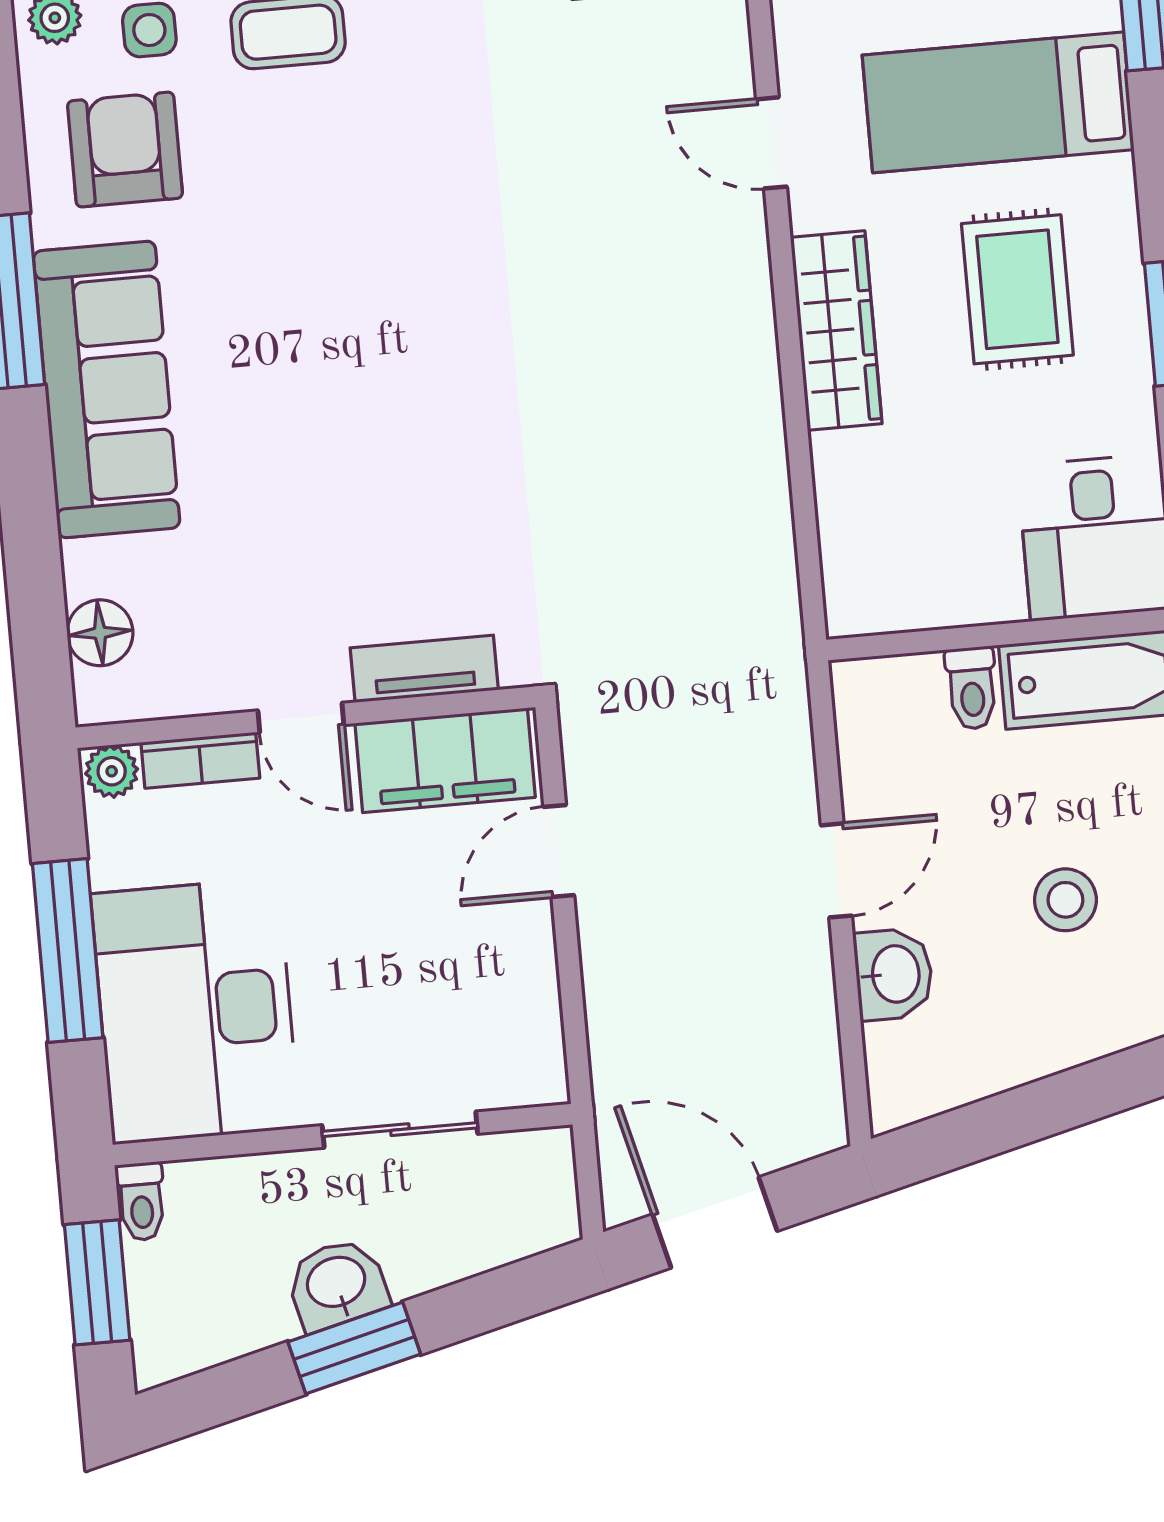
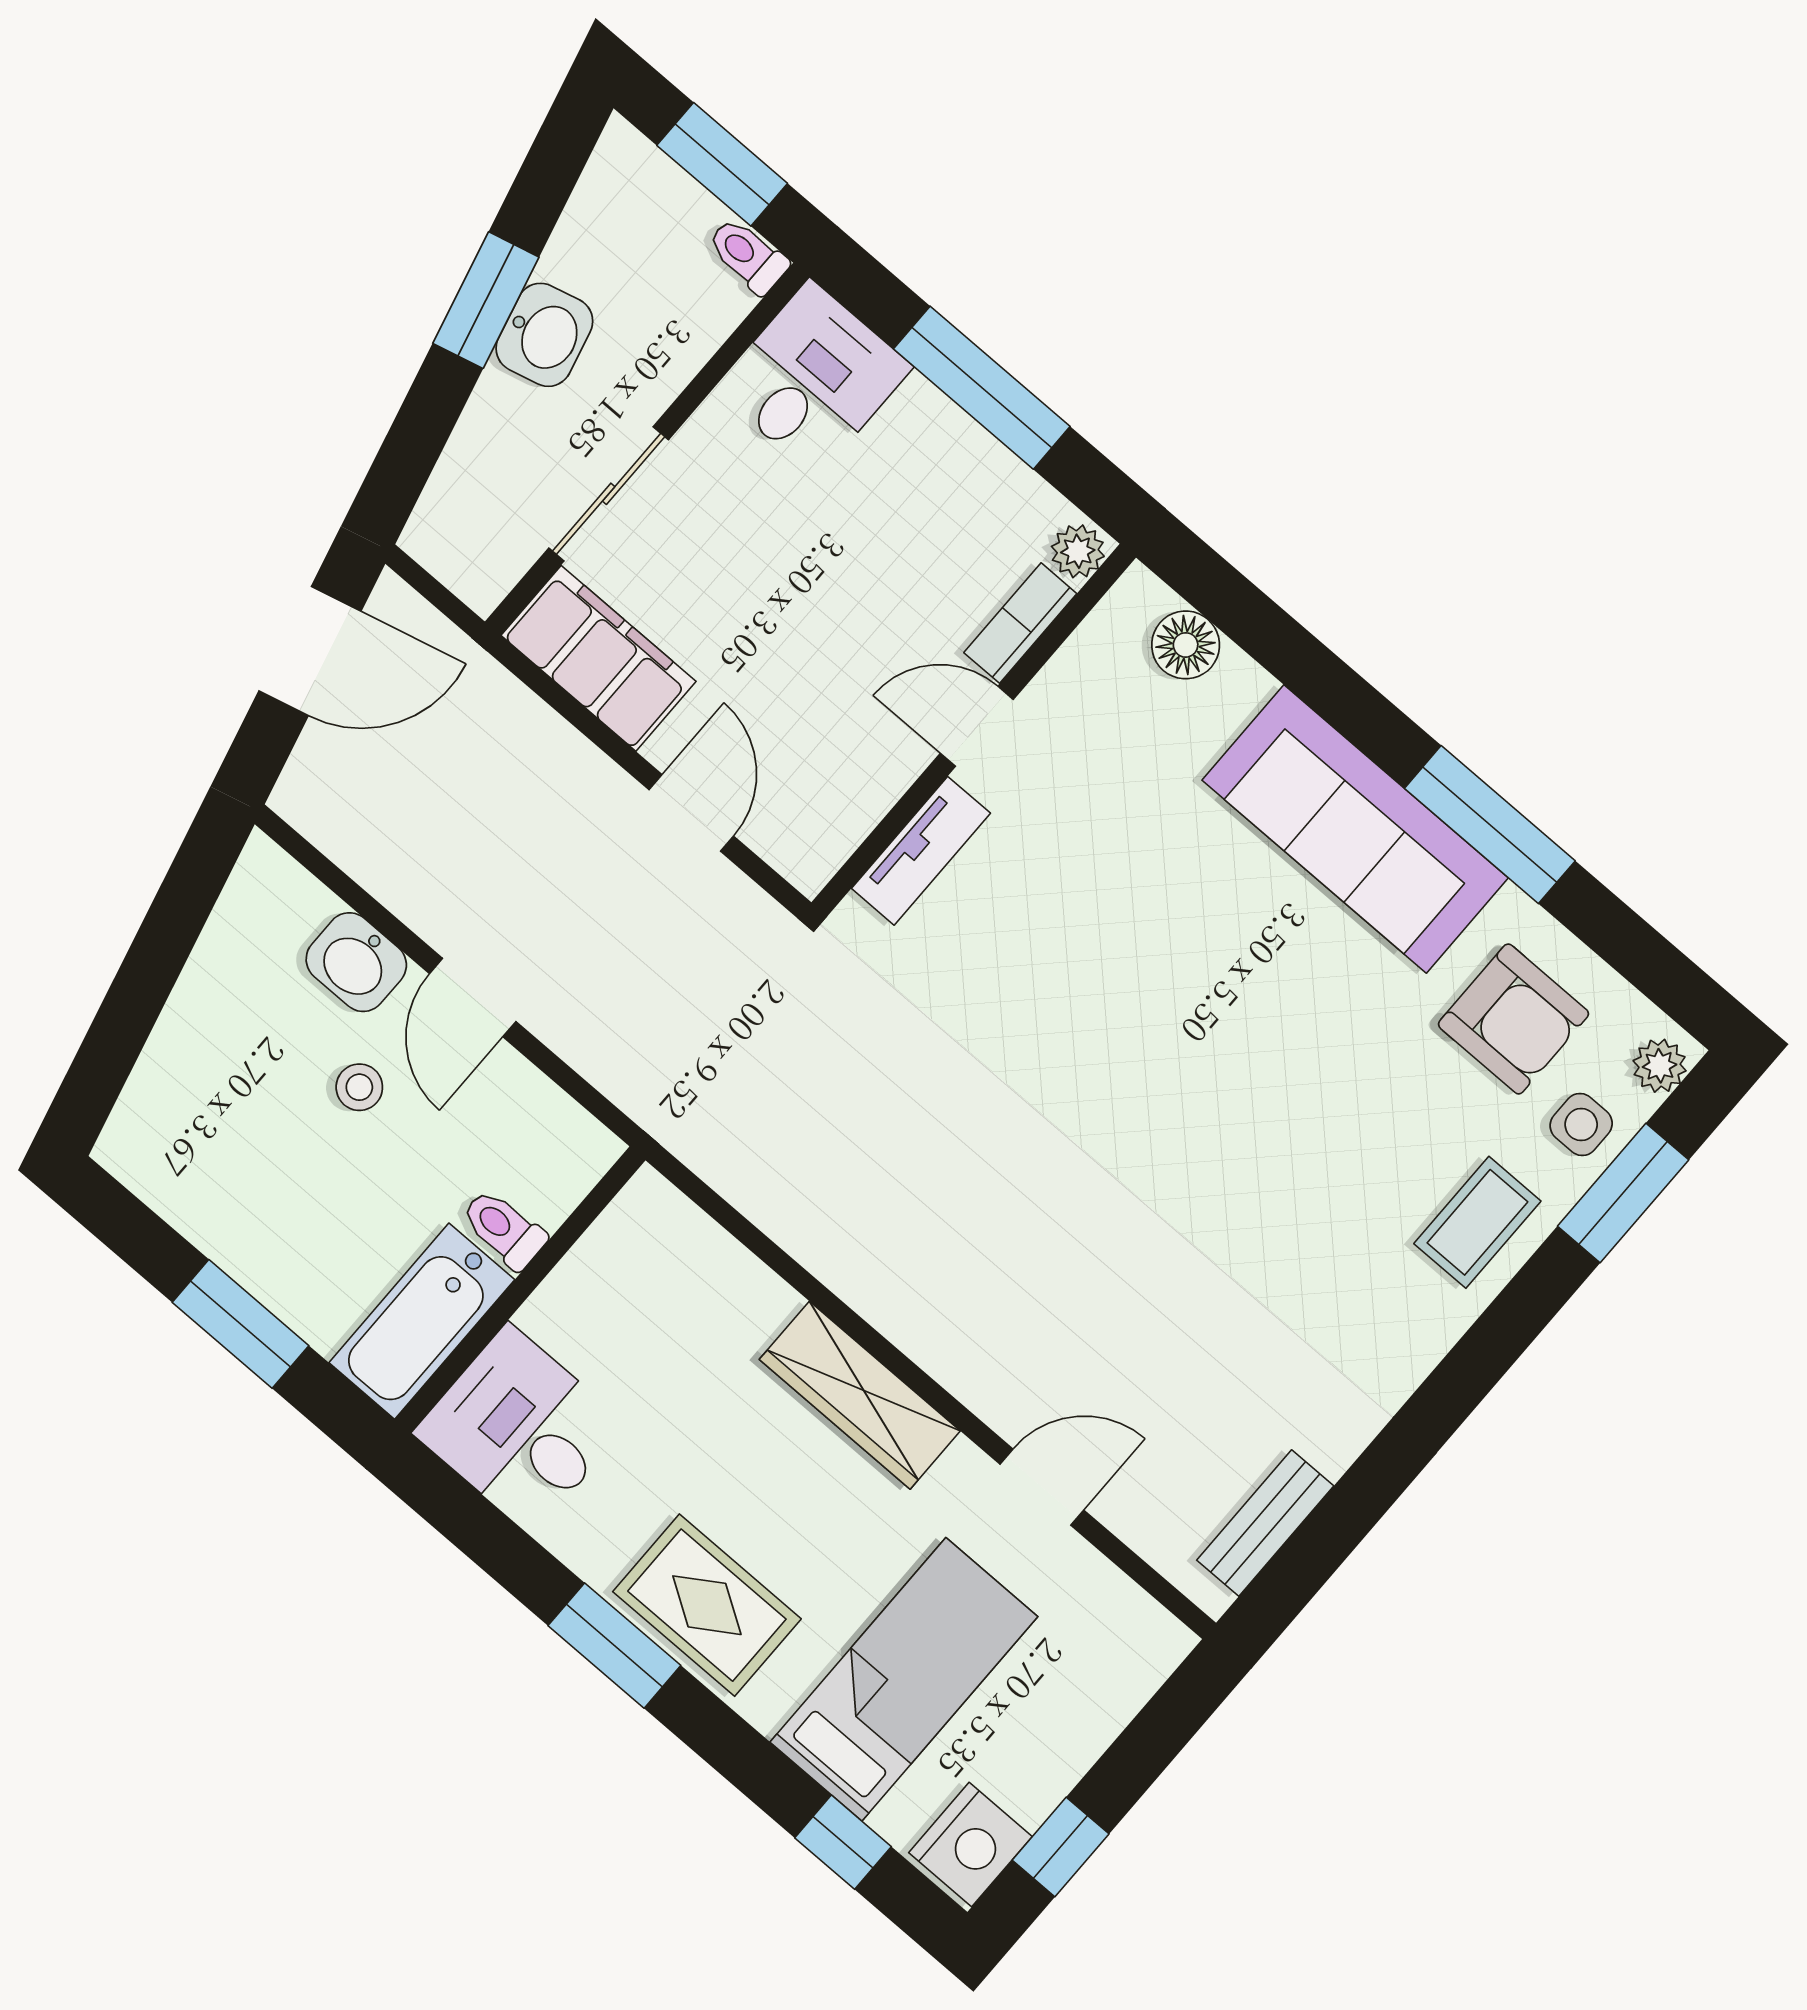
rug: (1017, 289) -> (707, 1605), moved
filing cabinet: (445, 760) -> (599, 658), moved, turned 90
stool: (1065, 900) -> (359, 1087), moved, width x0.73, depth x0.73
desk: (195, 1011) -> (813, 378), width x0.53, depth x0.77

